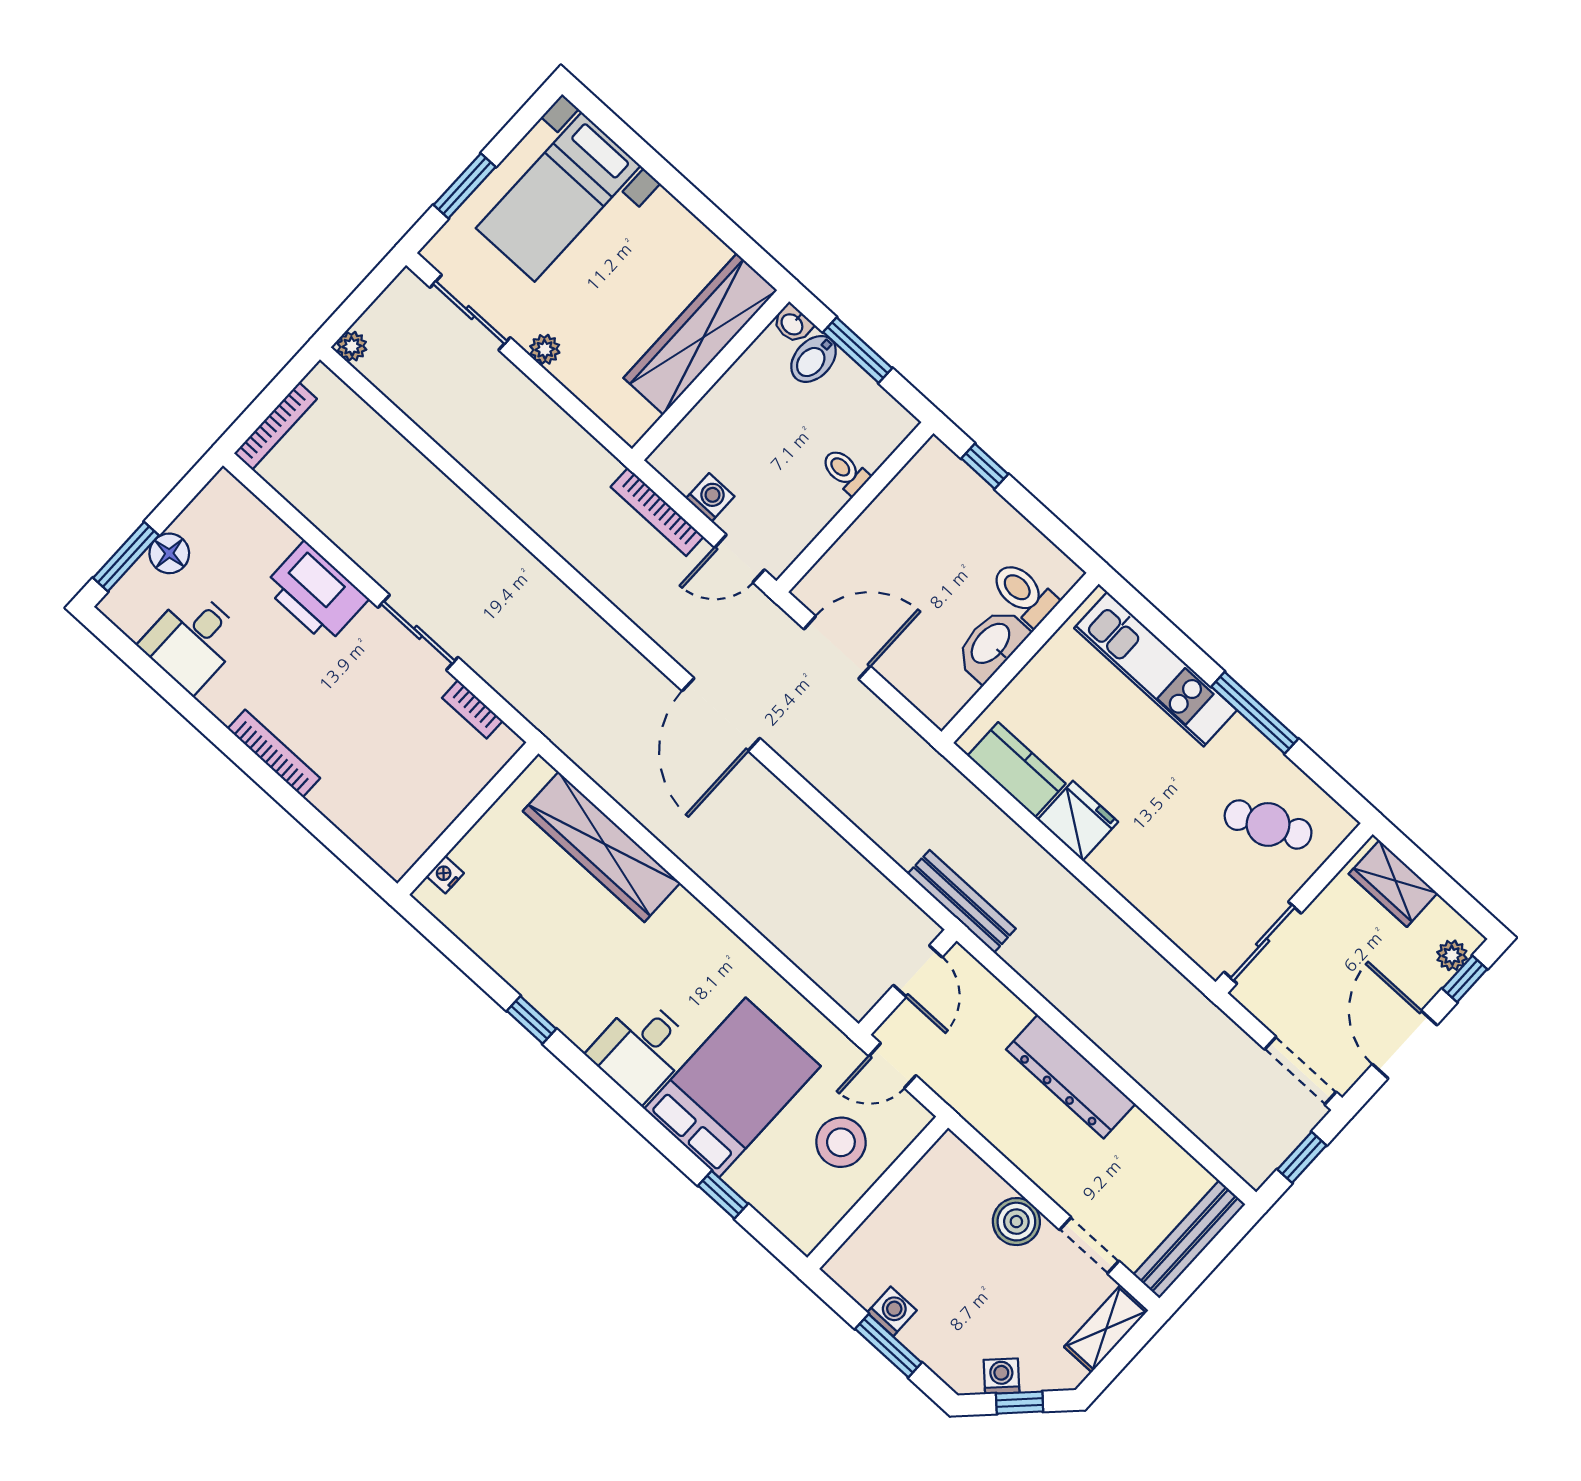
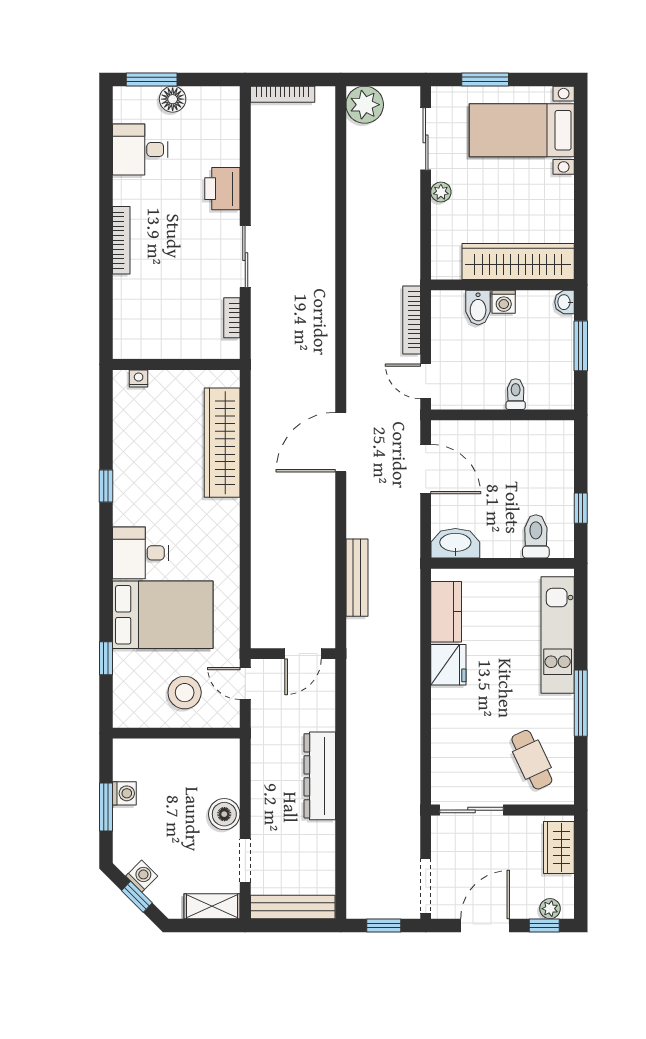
plant: (352, 346) -> (365, 105), width x1.88, depth x1.88
bidet: (814, 359) -> (478, 308), moved, turned -90
window: (985, 466) -> (581, 508), moved
washing machine: (710, 497) -> (504, 302), moved, turned 90
printer: (316, 593) -> (222, 189), width x0.73, depth x0.84
washbasin: (991, 644) -> (455, 543), moved
bench: (962, 901) -> (357, 578), moved

